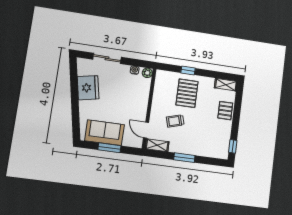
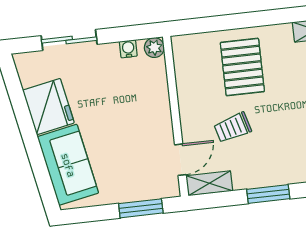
window: (188, 71) -> (233, 22), removed
door: (146, 130) -> (180, 160), swing flipped
sofa: (105, 133) -> (68, 165), moved, turned 79
window: (109, 148) -> (141, 208), moved

